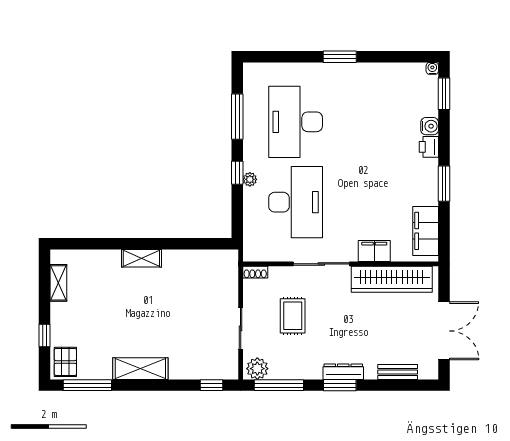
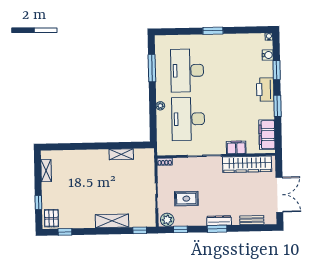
window: (444, 94) -> (277, 70), moved
water cooler: (430, 126) -> (268, 55), moved
printer: (429, 147) -> (265, 89), width x1.87, depth x1.48
window: (237, 173) -> (153, 102), removed
desk: (296, 202) -> (188, 119), turned 180
shelving: (141, 258) -> (121, 154), moved
rug: (293, 316) -> (186, 199), moved, turned 90
shelving: (140, 369) -> (112, 221), moved
window: (87, 385) -> (65, 232), width x0.46
window: (279, 385) -> (180, 229), width x0.46

